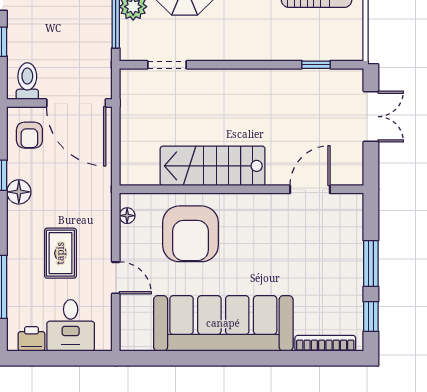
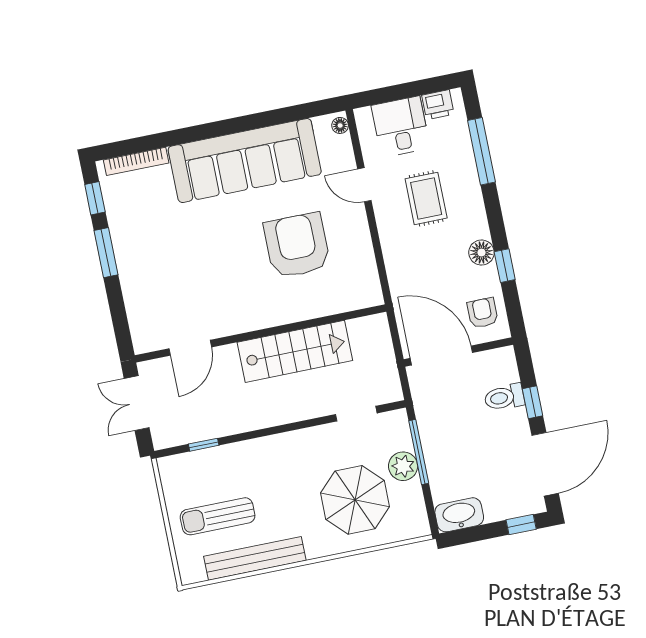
toilet: (27, 81) -> (504, 397), moved, turned 90
stairs: (213, 166) -> (295, 351), moved
wall: (242, 189) -> (260, 334), moved
door: (310, 189) -> (190, 348), moved
floor lamp: (127, 216) -> (340, 125), moved

